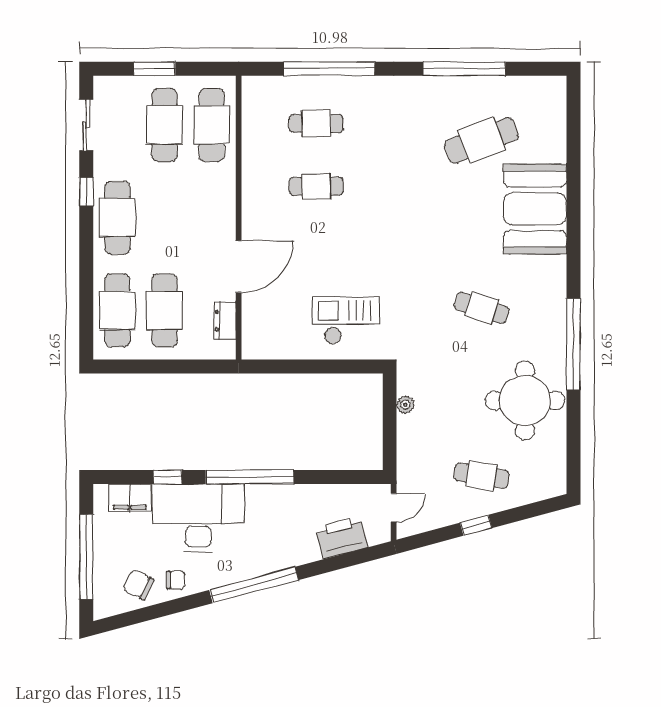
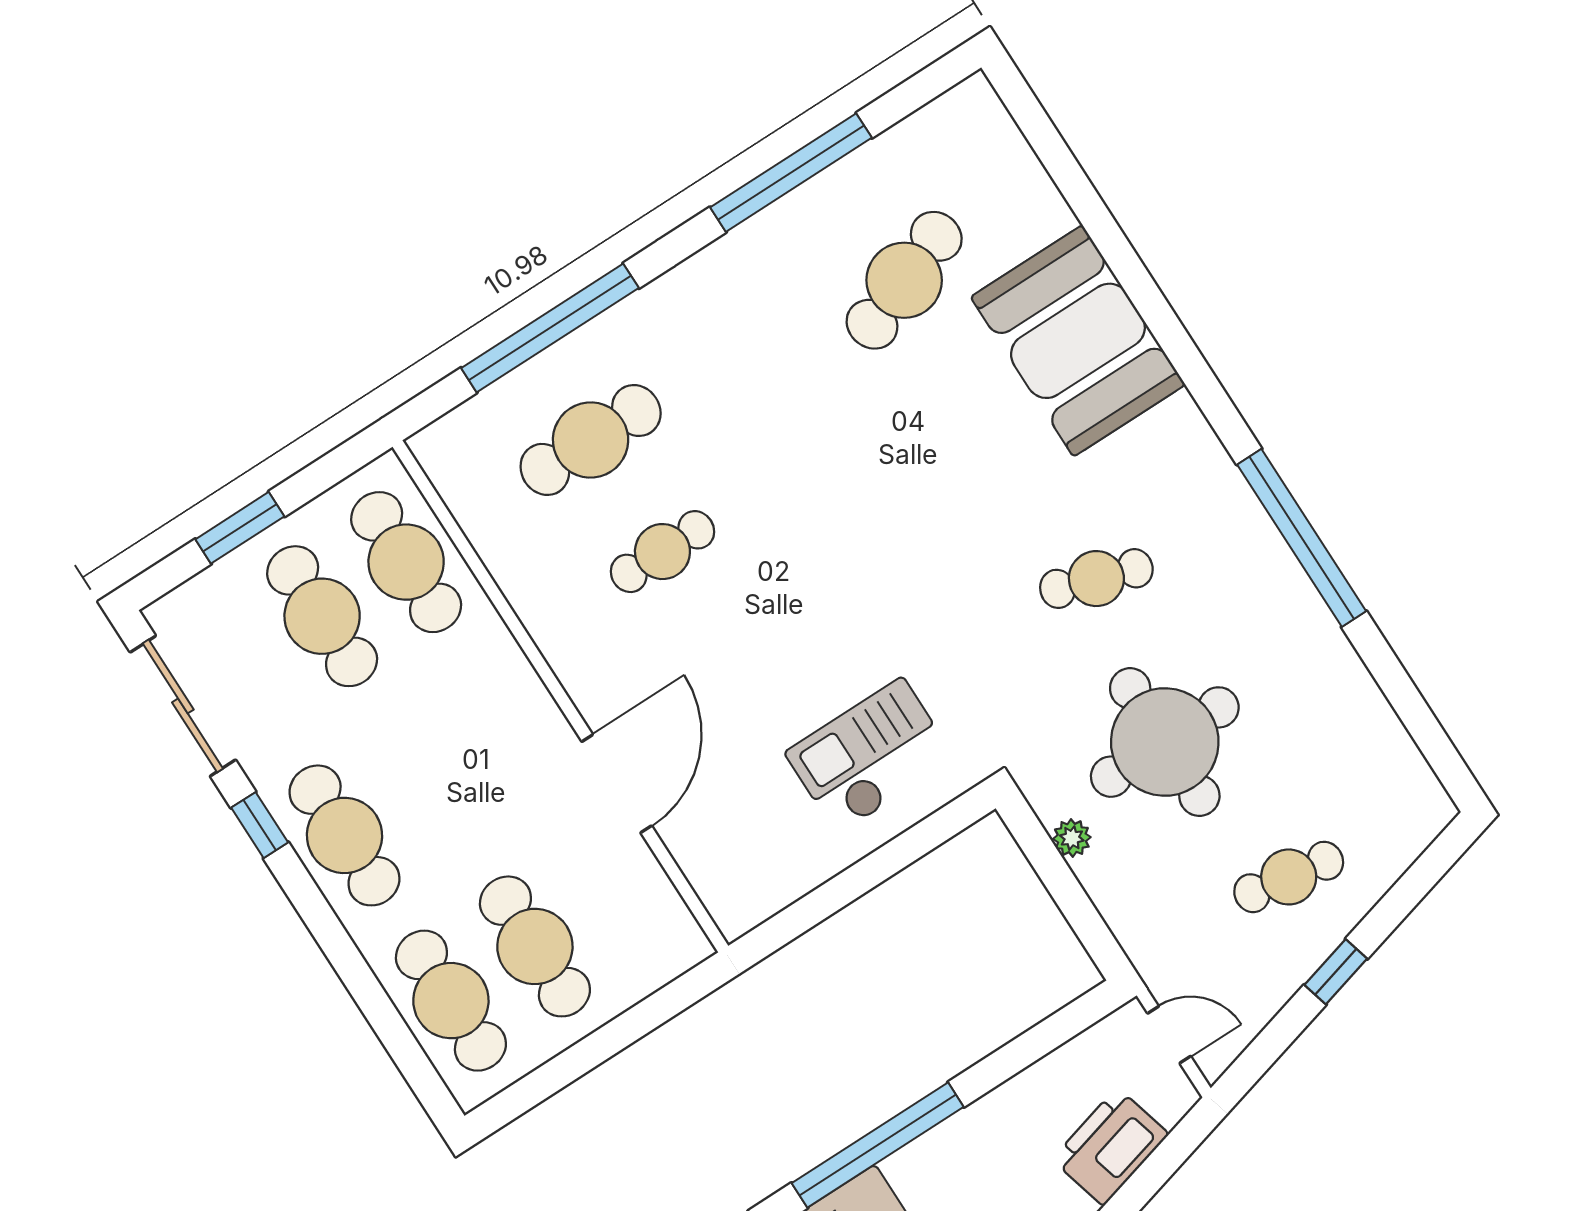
cafe table: (316, 124) -> (591, 440), width x1.37, depth x1.35
sliding door: (86, 125) -> (183, 706), width x1.37
dresser: (225, 321) -> (655, 895), removed
round table: (525, 401) -> (1165, 742), moved
door: (394, 508) -> (1169, 1035), hinge flipped

